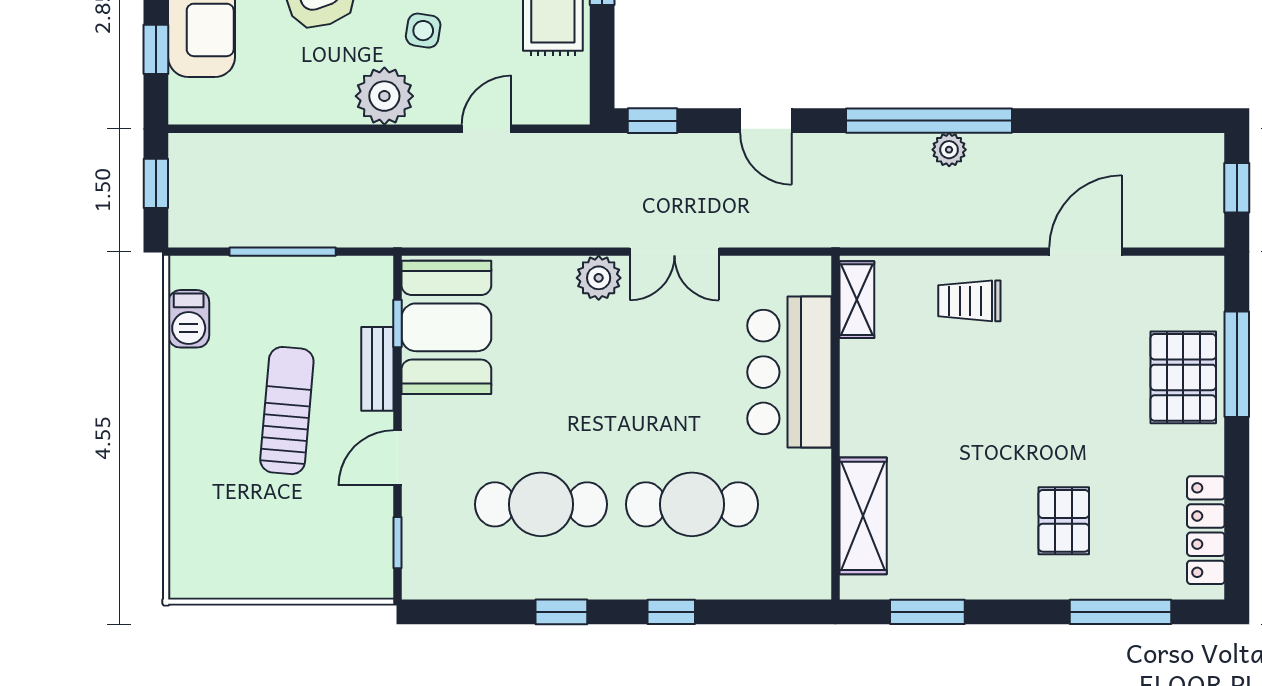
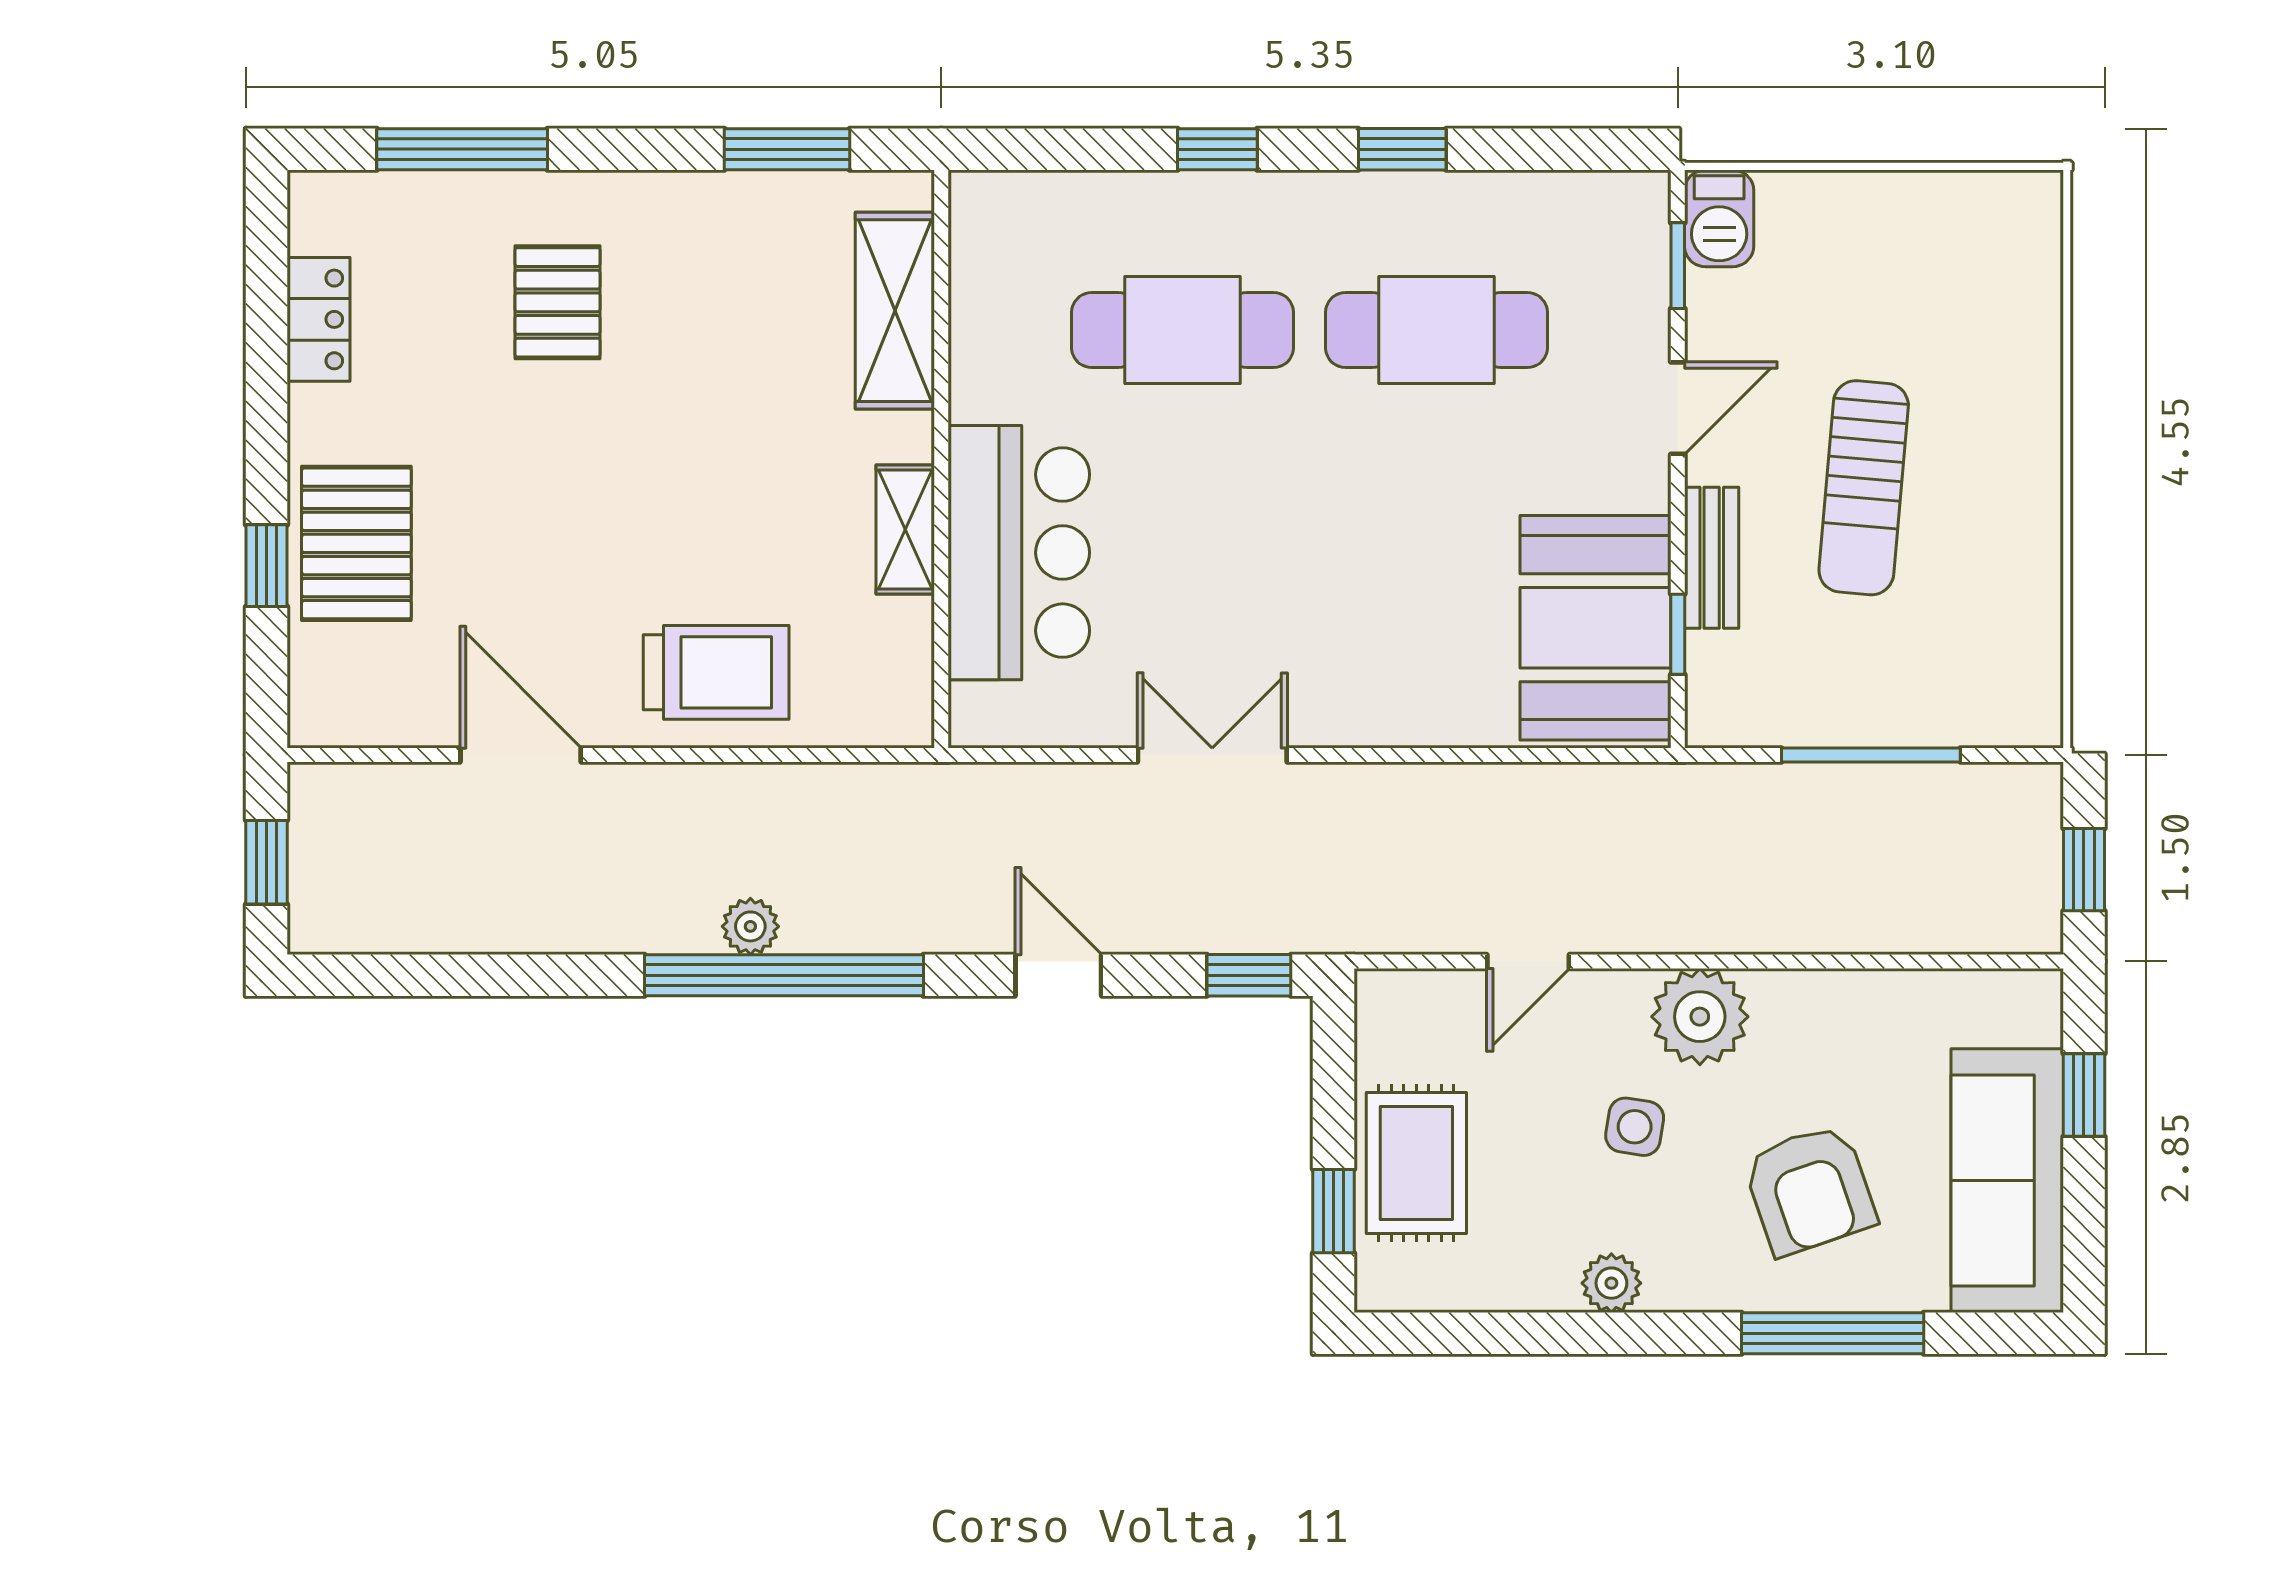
door: (1086, 252) -> (521, 755), swing flipped
plant: (599, 278) -> (1340, 711), removed
shelving: (857, 300) -> (905, 530), moved
trolley: (969, 301) -> (716, 672), width x1.36, depth x1.39
barbecue: (189, 319) -> (1719, 218), moved, turned 180
window: (1237, 364) -> (267, 566), width x0.46
locker: (1206, 530) -> (319, 319), width x0.66

